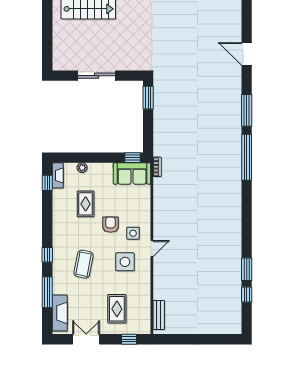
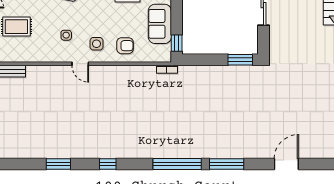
sofa: (132, 173) -> (160, 24), moved
armchair: (111, 225) -> (125, 46), moved
side table: (125, 262) -> (66, 35), width x0.54, depth x0.54
window: (247, 295) -> (108, 164), moved

